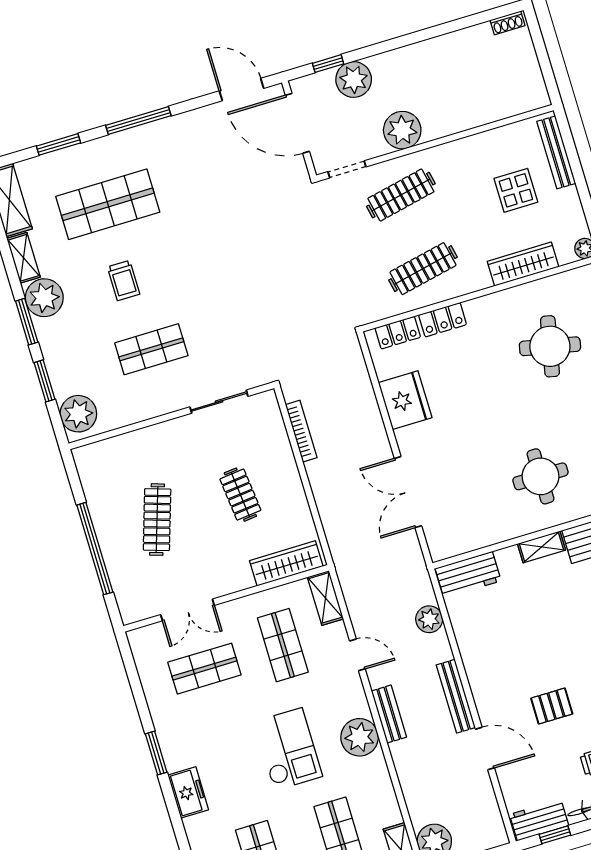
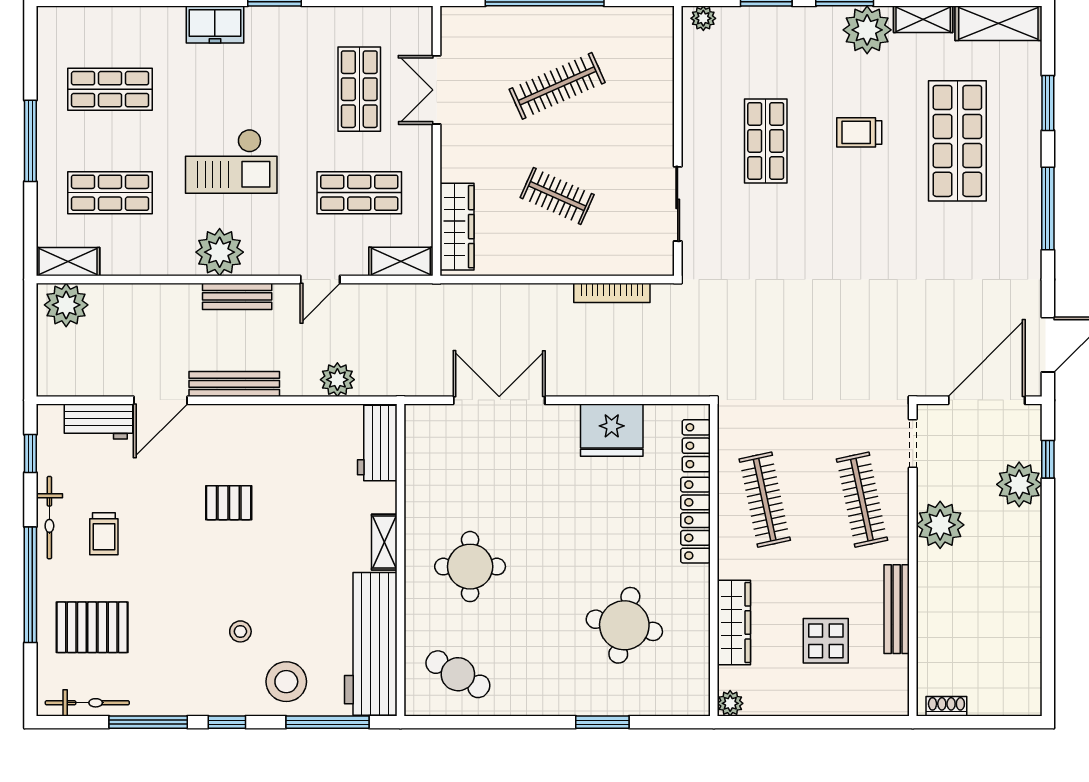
shoe rack: (508, 23) -> (946, 706), moved, turned 90
bench: (556, 152) -> (897, 609), moved, turned 90
locker: (443, 320) -> (696, 520), width x1.53
plant: (78, 414) -> (703, 18), width x0.53, depth x0.53
clothes rail: (240, 495) -> (557, 196), turned 30
clothes rail: (157, 520) -> (557, 86), turned -42
pallet: (552, 706) -> (229, 503), moved, turned 90
workbench: (539, 820) -> (99, 421), moved, turned 90

